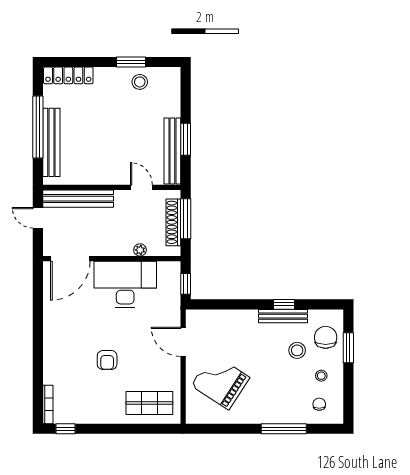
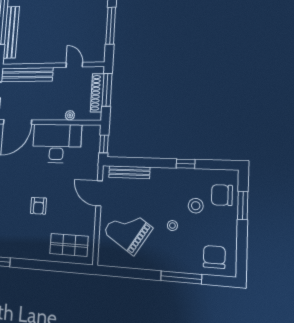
window: (186, 139) -> (111, 26), width x1.44
bench: (172, 151) -> (100, 35), removed
bench: (283, 316) -> (129, 172), moved
chair: (326, 337) -> (222, 195), turned -90
stool: (321, 376) -> (172, 226), moved
chair: (319, 404) -> (214, 257), width x1.87, depth x1.87

